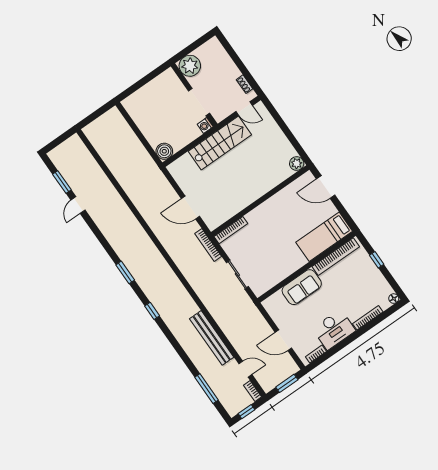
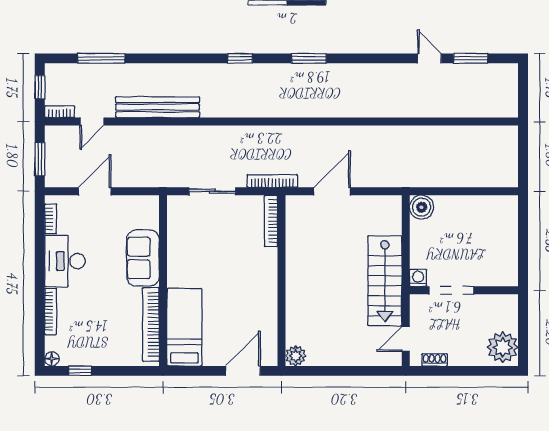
plant: (190, 66) -> (503, 347), moved
window: (377, 260) -> (80, 371), moved

